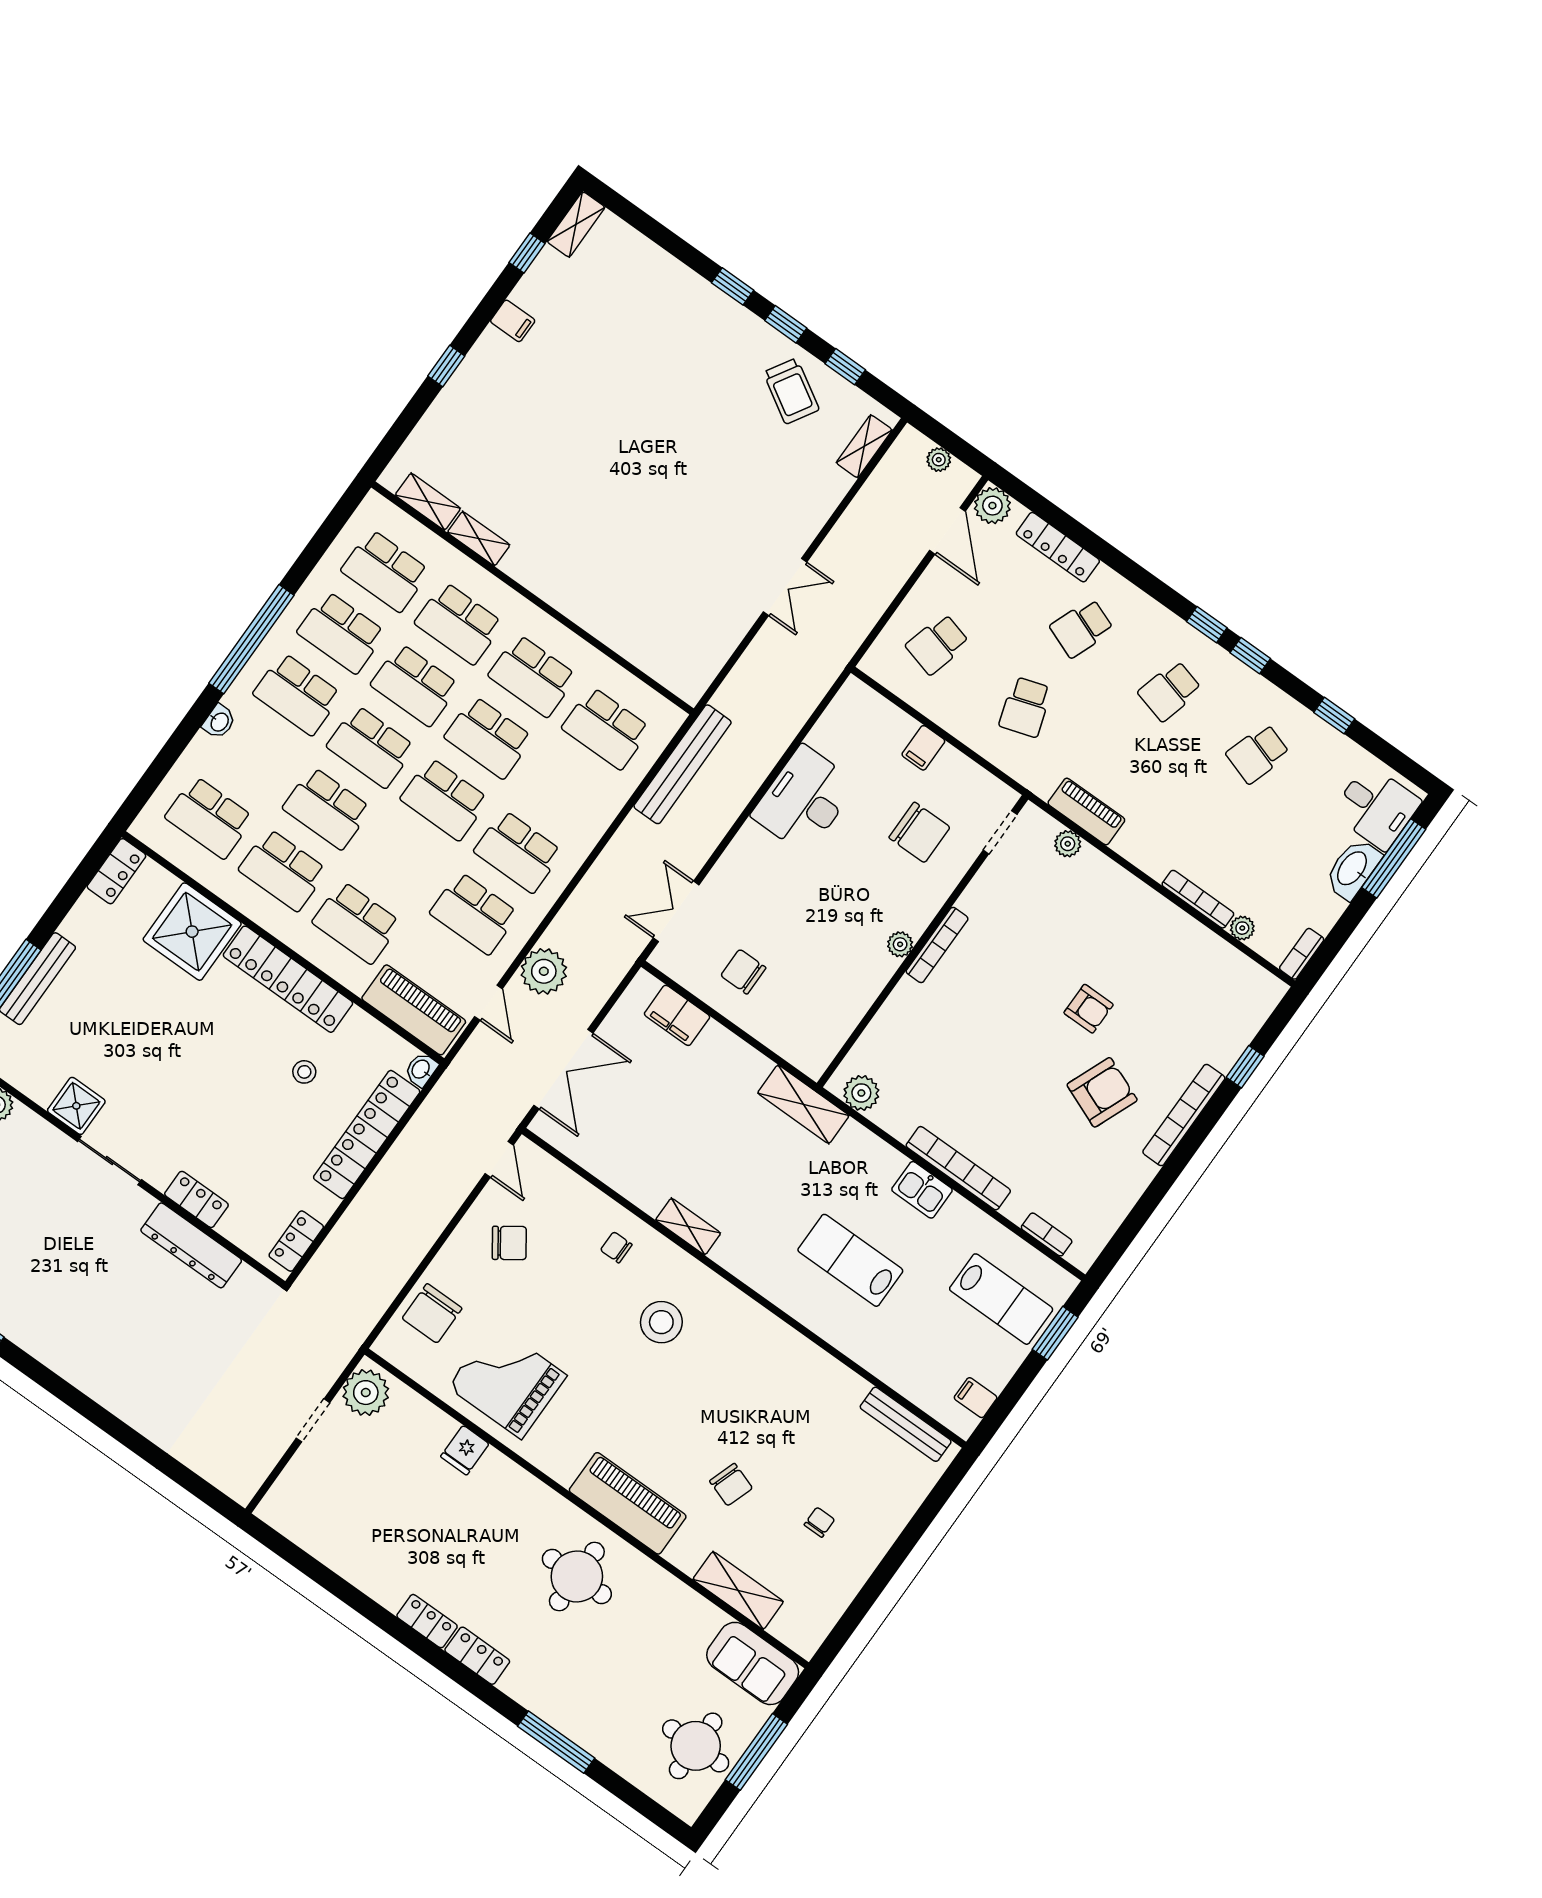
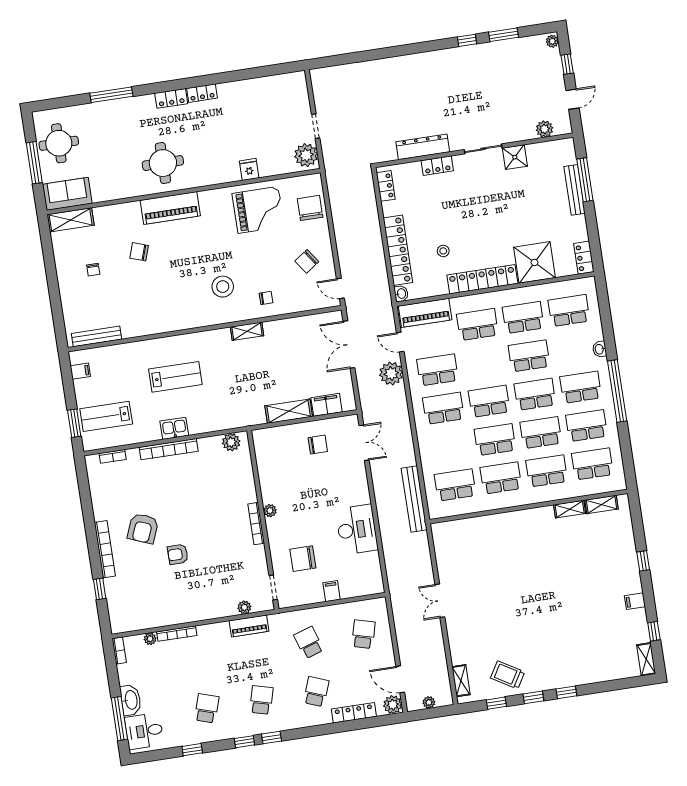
shelving: (803, 1104) -> (289, 411), moved
shelving: (738, 1590) -> (71, 220), moved

